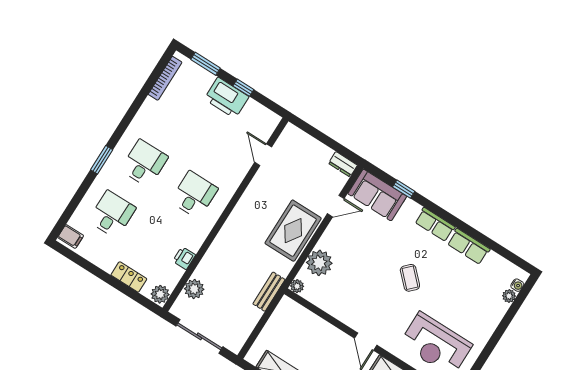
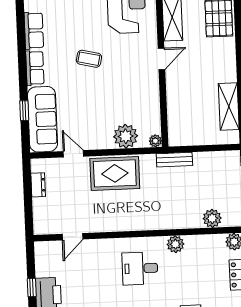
dresser: (343, 164) -> (38, 185), moved
sofa: (377, 195) -> (42, 119), width x1.36
plant: (194, 241) -> (175, 244), added
printer: (184, 258) -> (194, 242), removed
coffee table: (410, 278) -> (89, 59), turned 58

